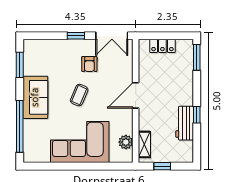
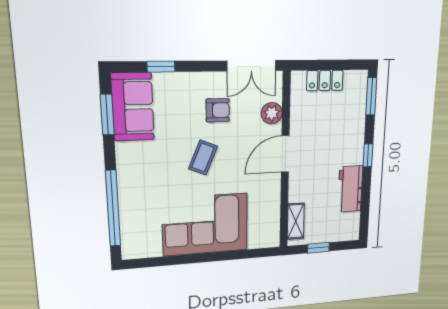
window: (76, 36) -> (161, 67), moved
armchair: (89, 64) -> (218, 110), turned -90
sofa: (35, 97) -> (133, 107), moved
window: (197, 115) -> (368, 155), moved
plant: (126, 142) -> (272, 113), moved

